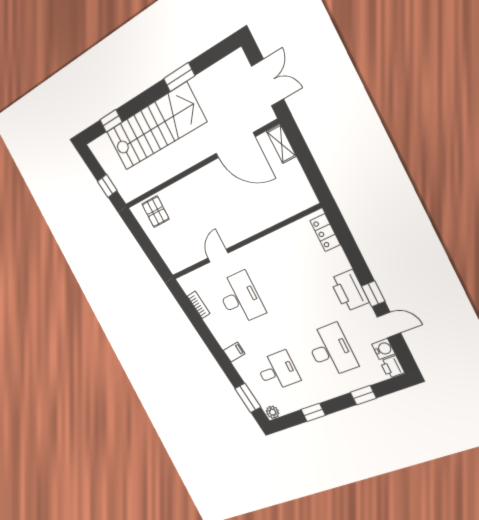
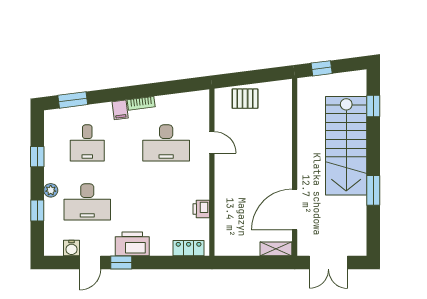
pallet: (156, 212) -> (245, 99), moved
bookcase: (199, 305) -> (141, 103), moved
printer: (392, 367) -> (201, 209), moved, turned -90
plant: (273, 412) -> (51, 190), moved

